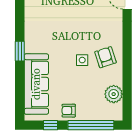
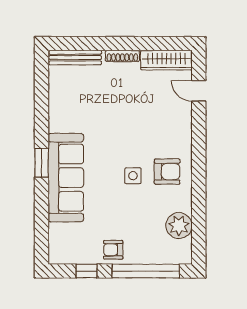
armchair: (106, 57) -> (167, 172), turned 108
sofa: (36, 84) -> (66, 178), moved

